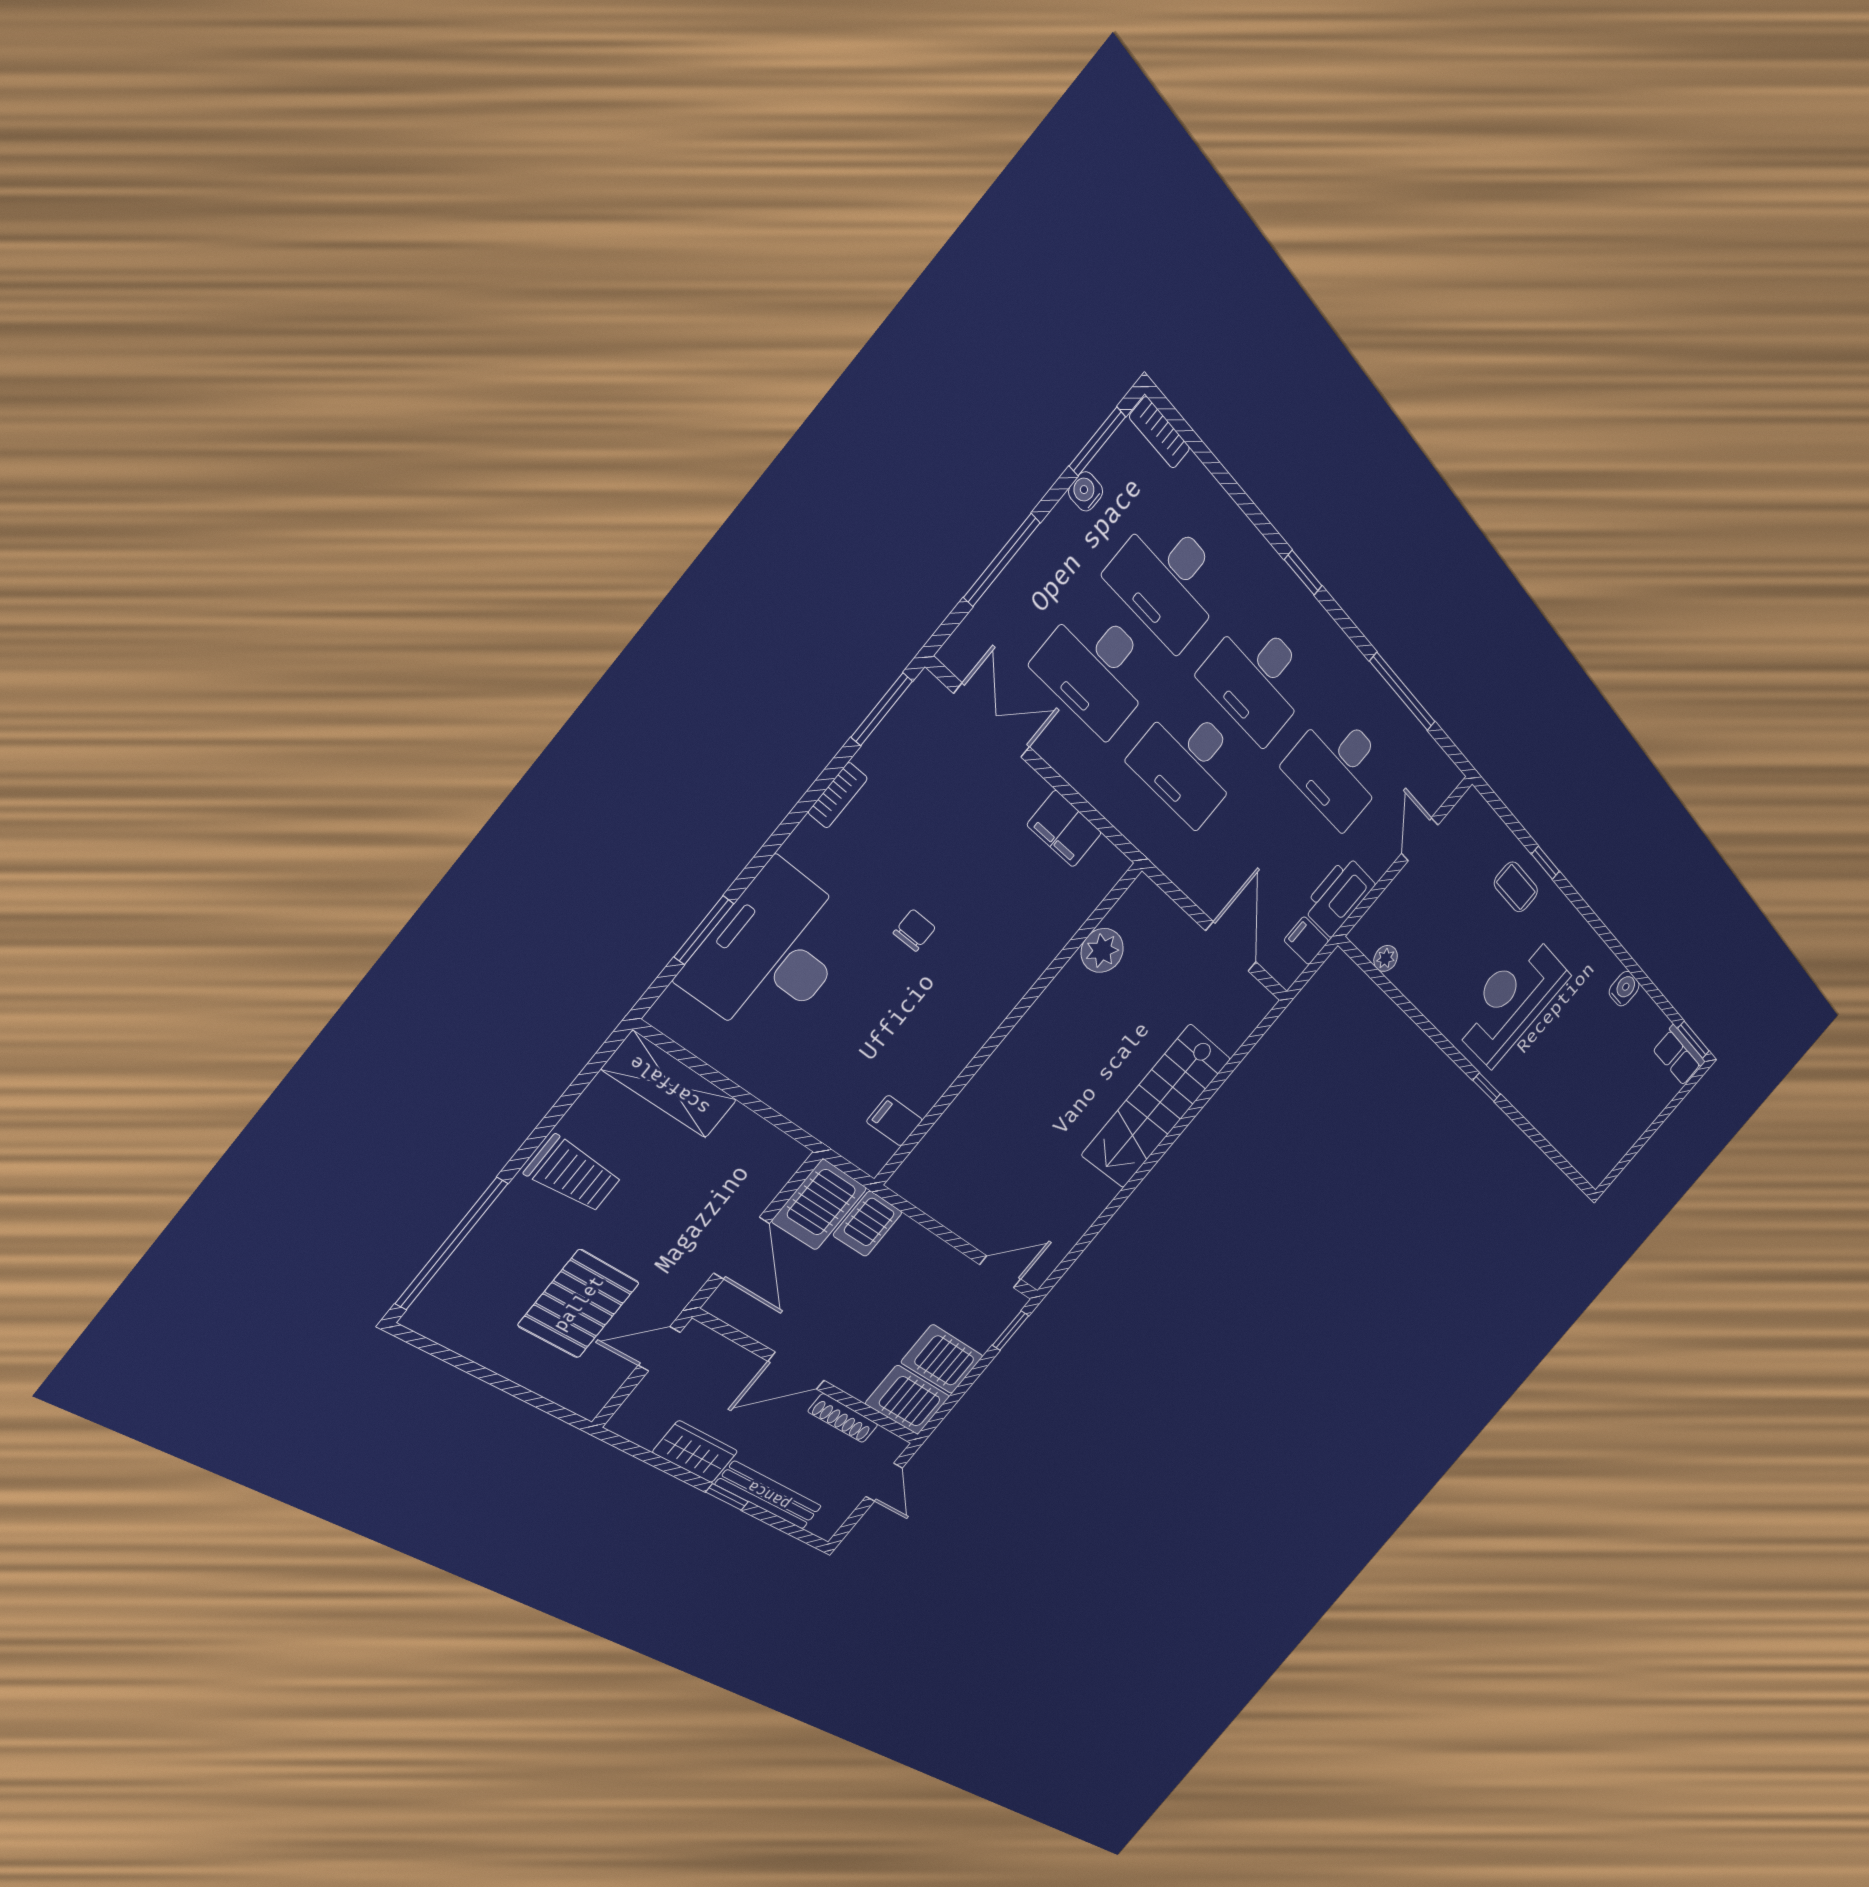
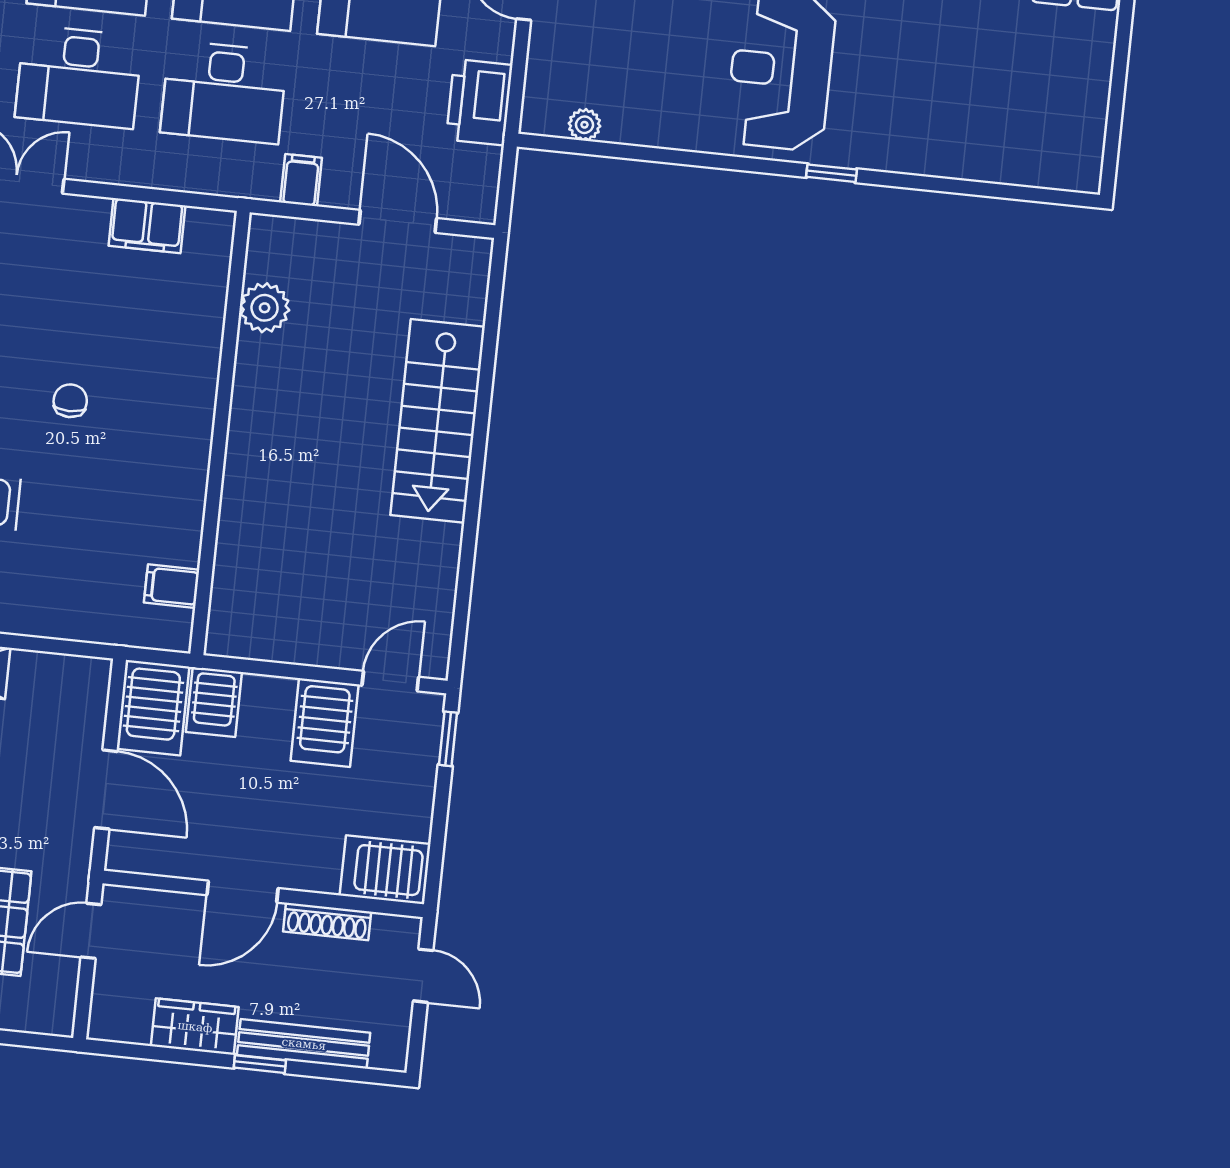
filing cabinet: (1306, 941) -> (301, 180), moved, turned 90
server rack: (942, 1359) -> (325, 723), moved, turned -90

